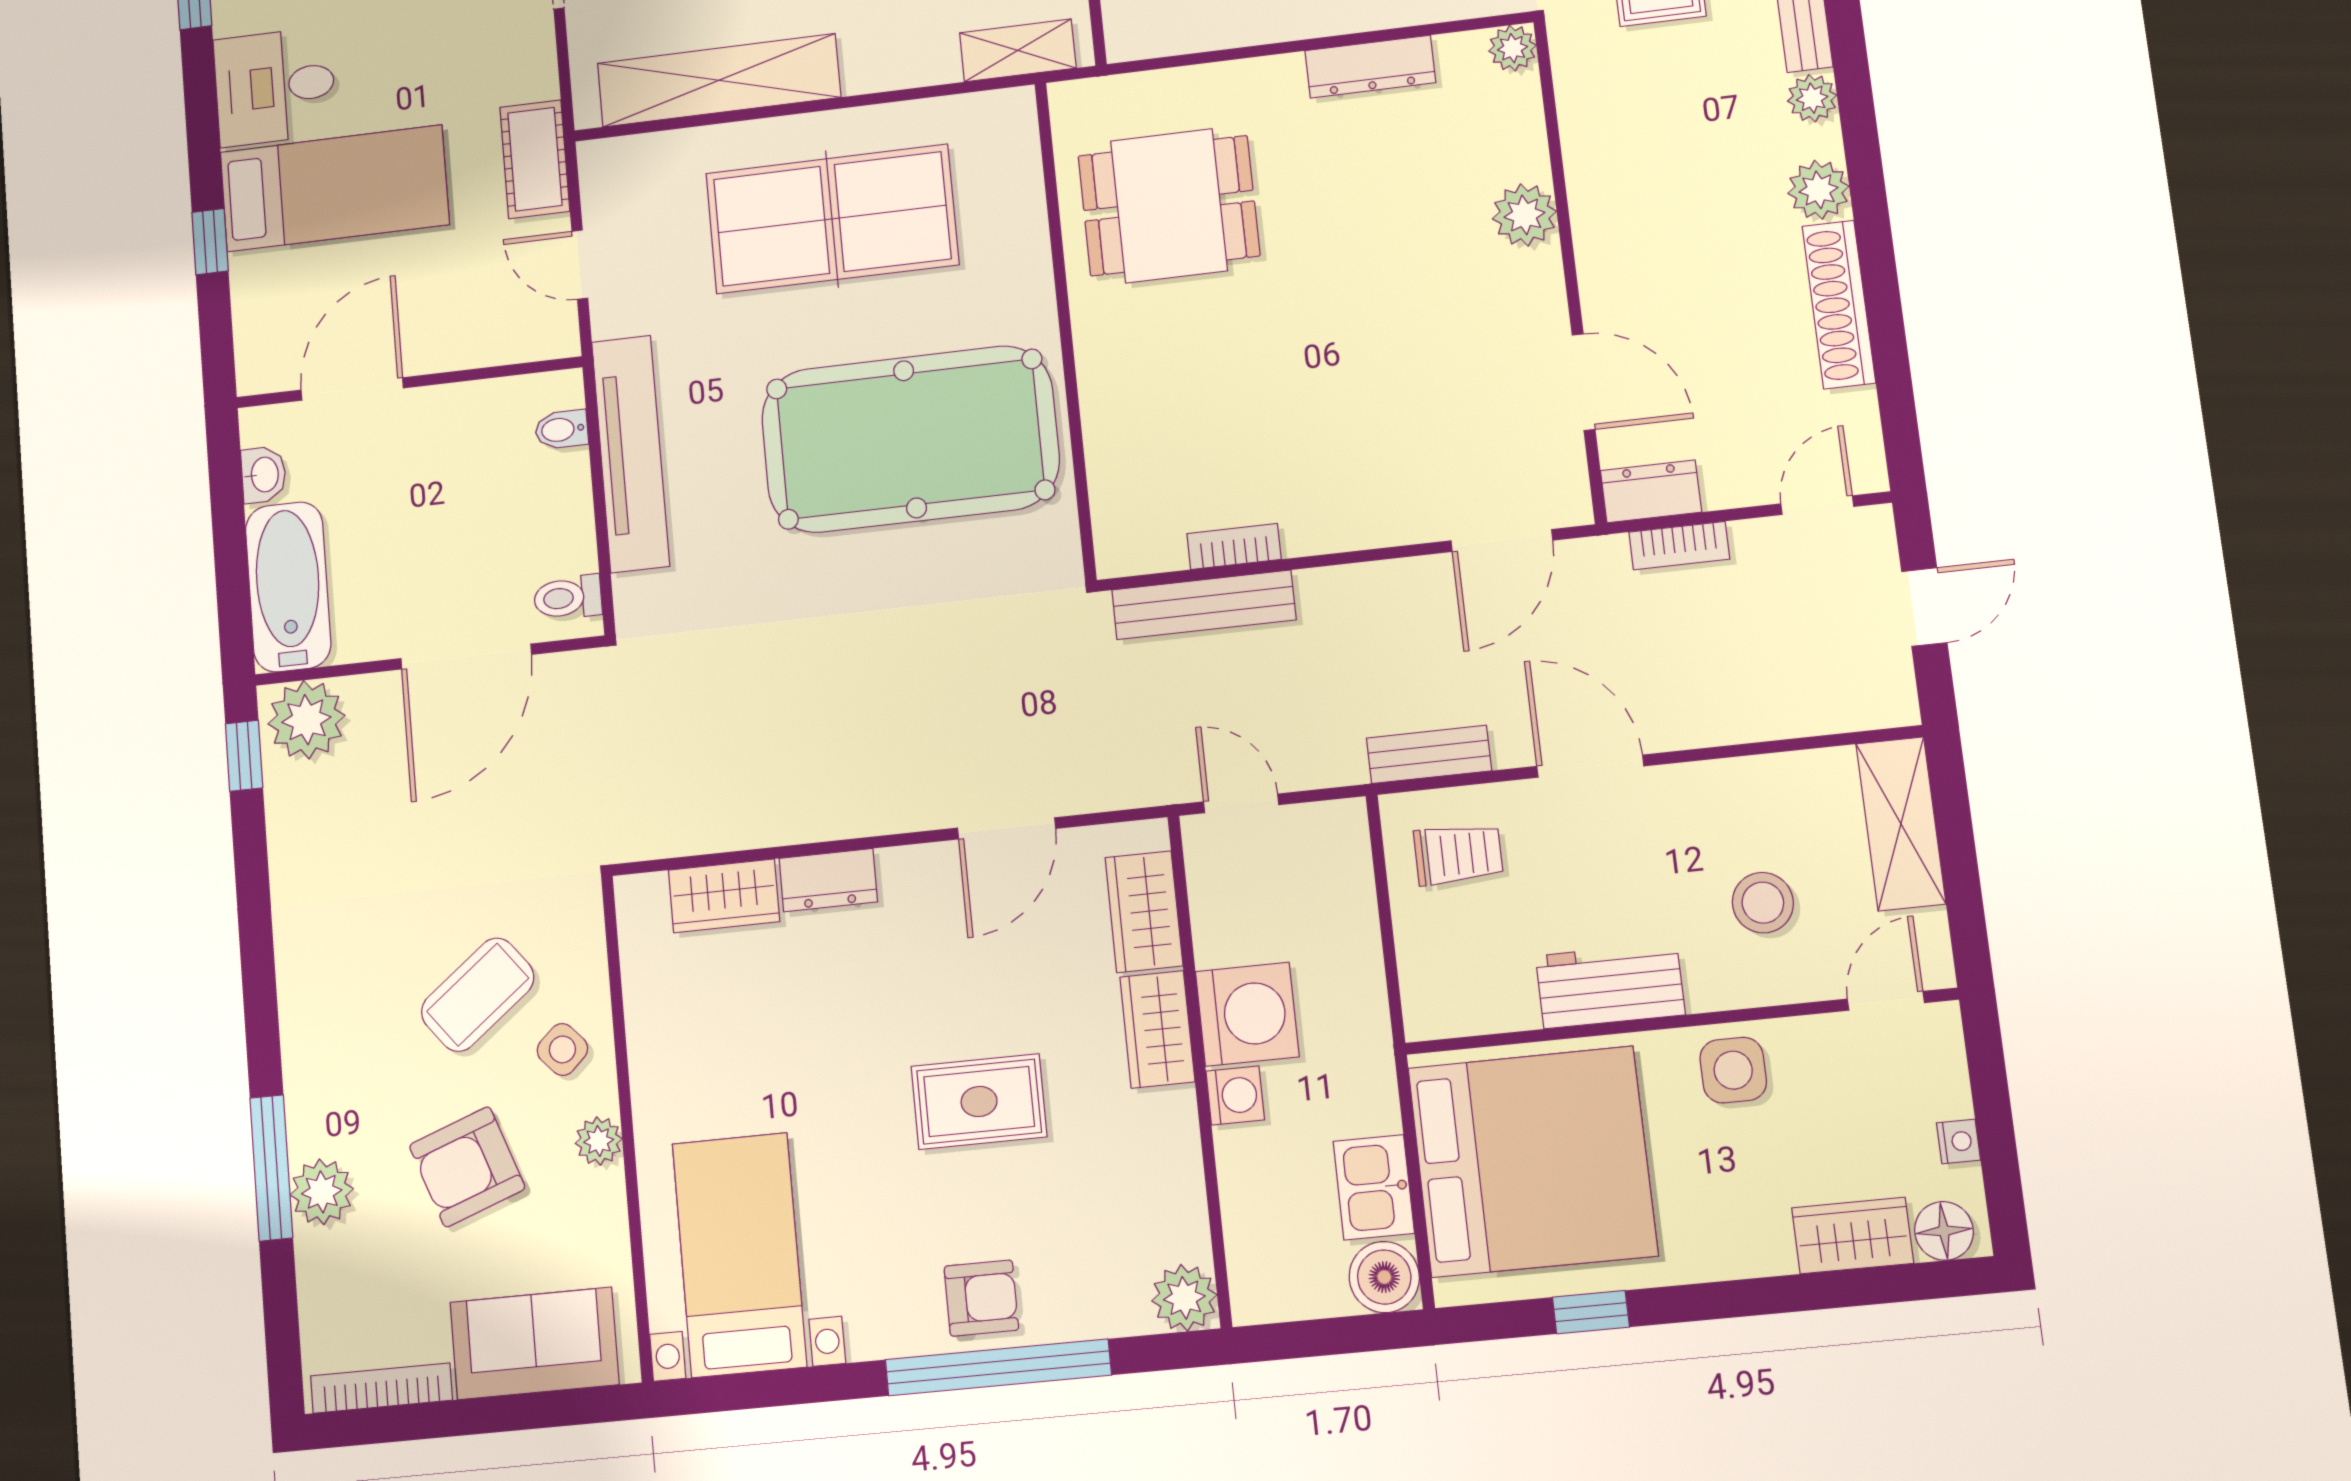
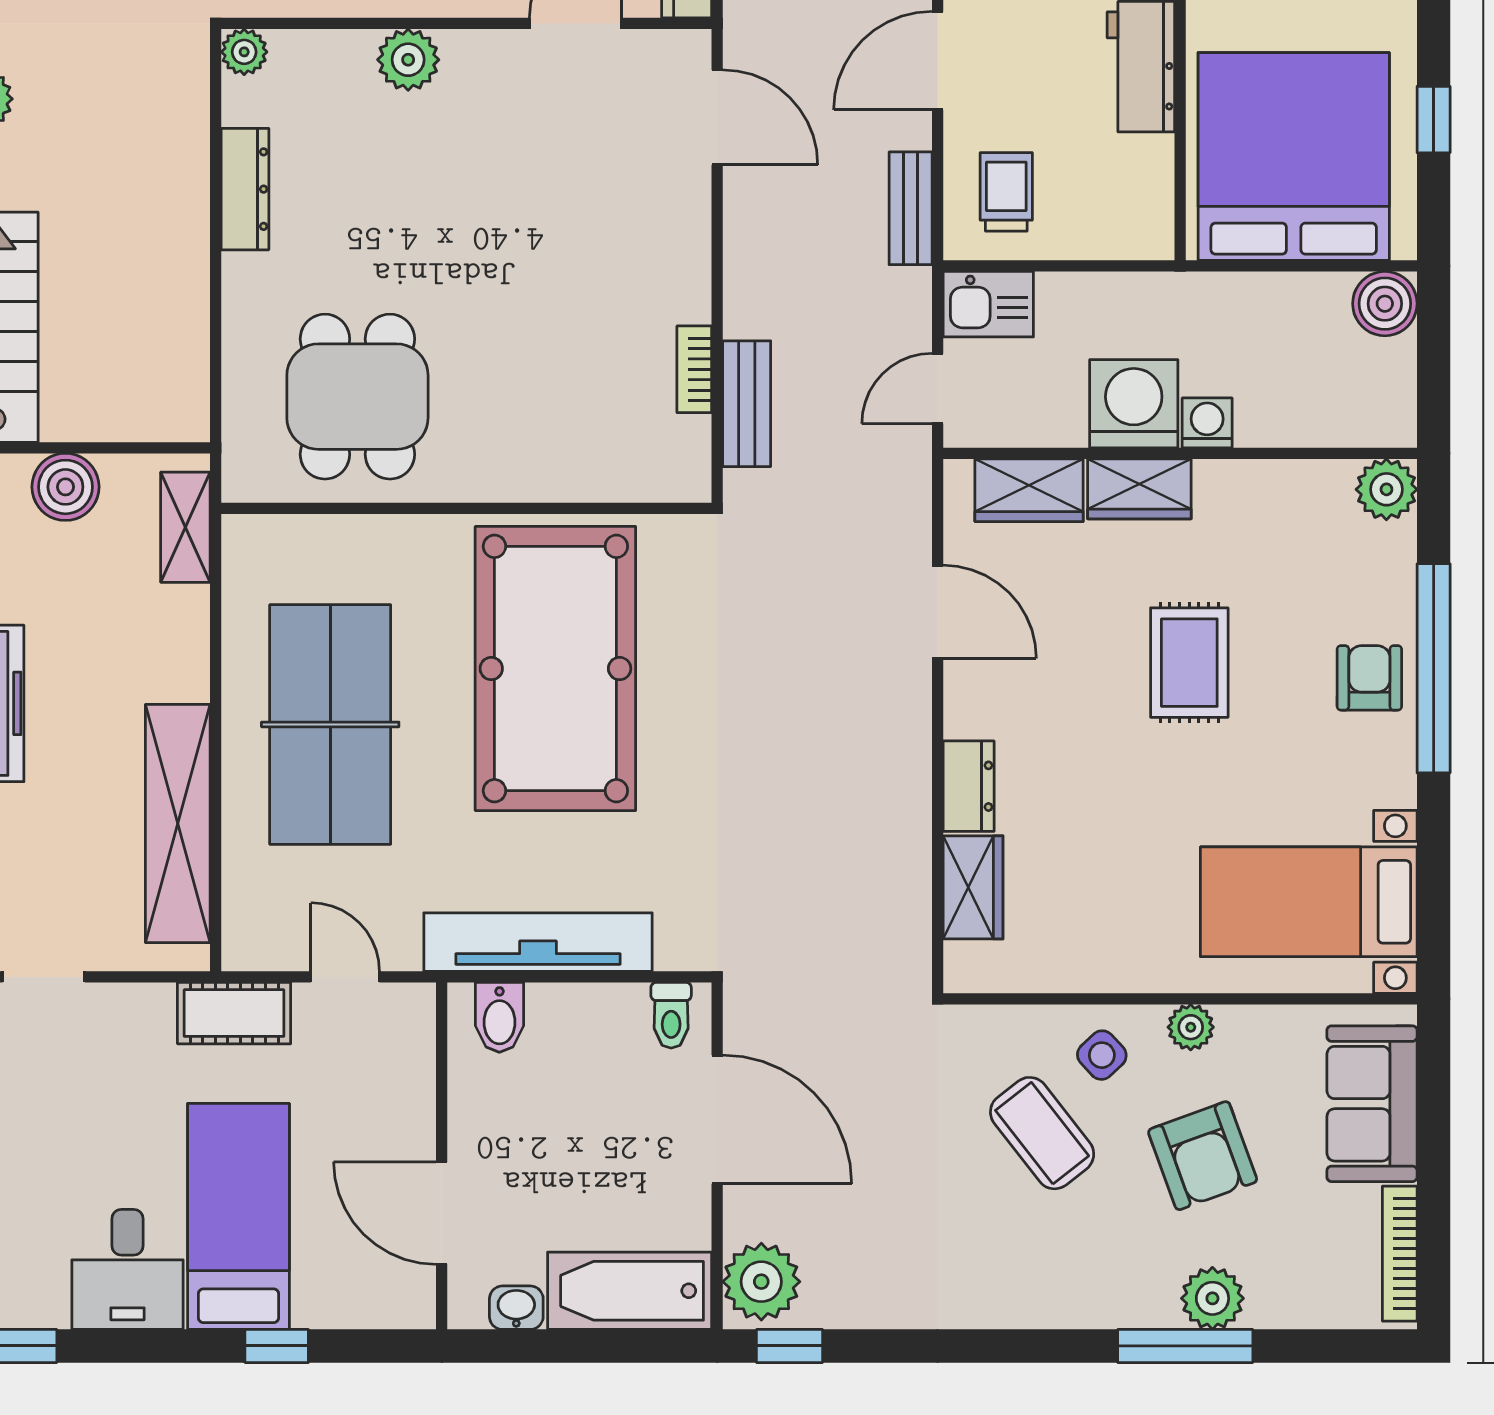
door: (580, 265) -> (345, 977), swing flipped
bidet: (562, 430) -> (499, 1017), width x1.38, depth x1.36
bench: (1204, 605) -> (747, 404), width x0.73
kitchen sink: (1374, 1187) -> (988, 304), moved

